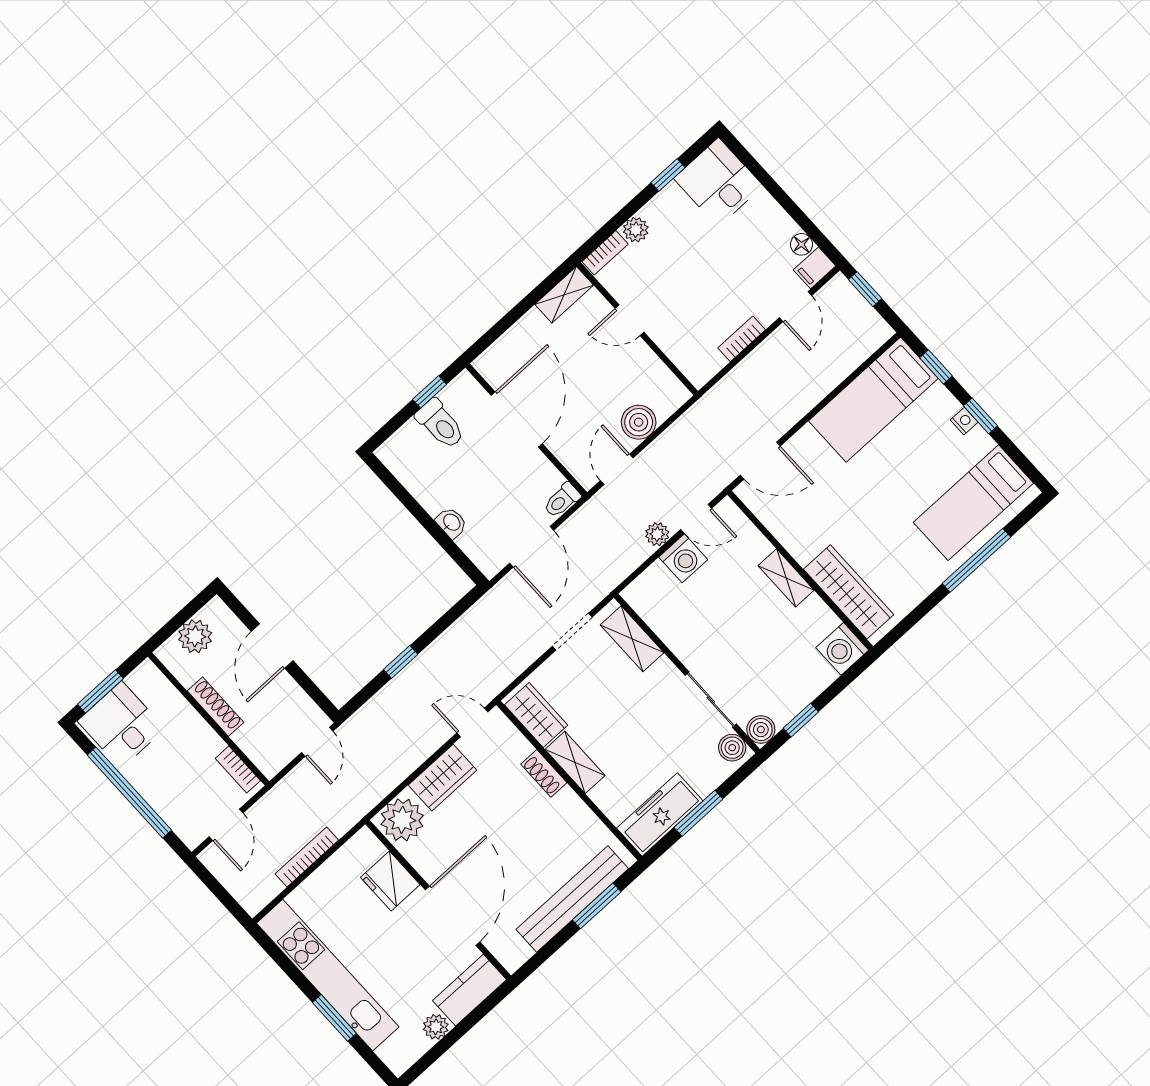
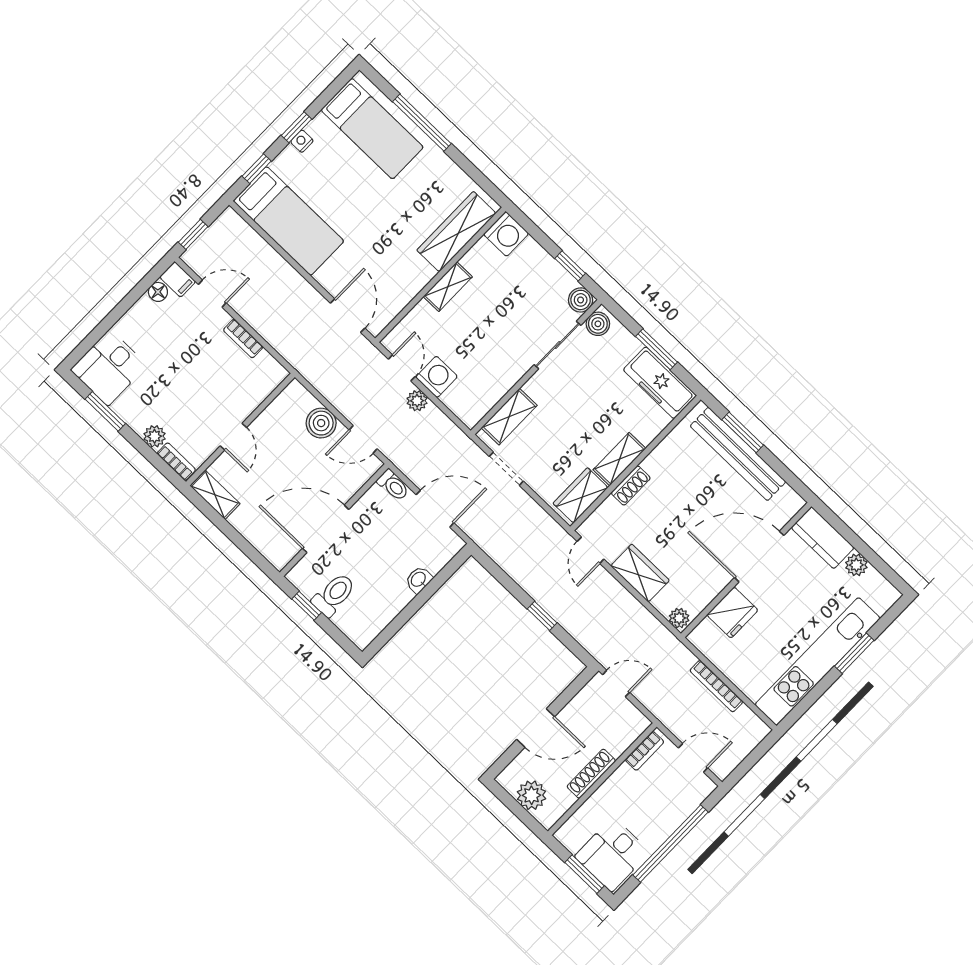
window: (668, 175) -> (105, 411), width x1.50
plant: (402, 820) -> (679, 618), width x0.53, depth x0.53

